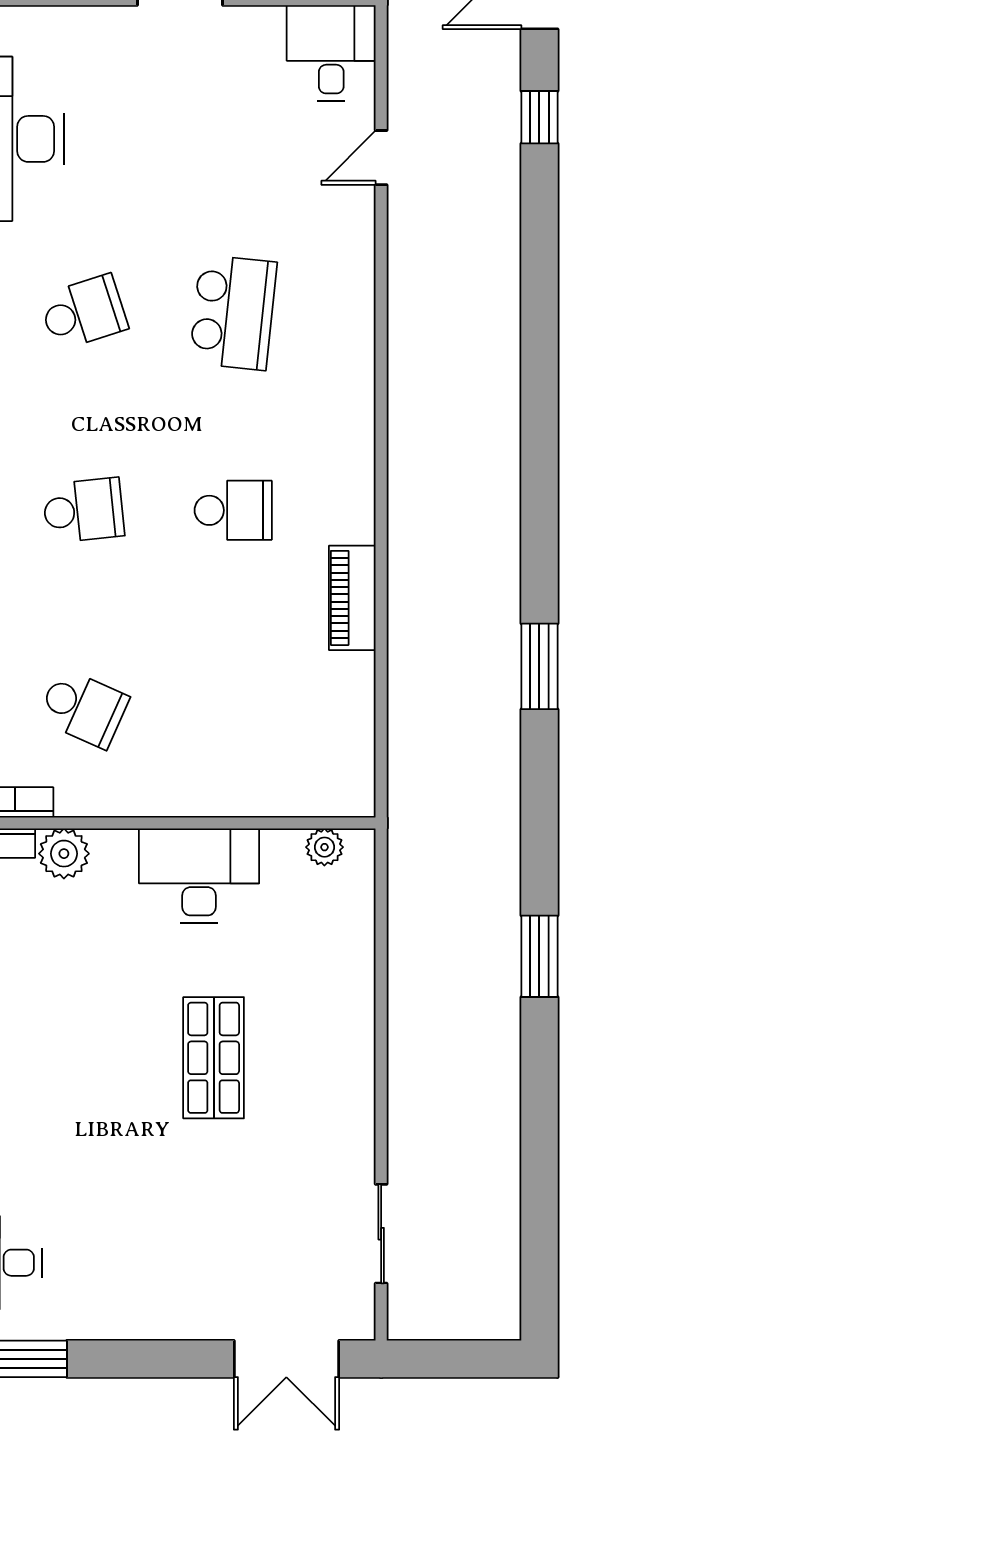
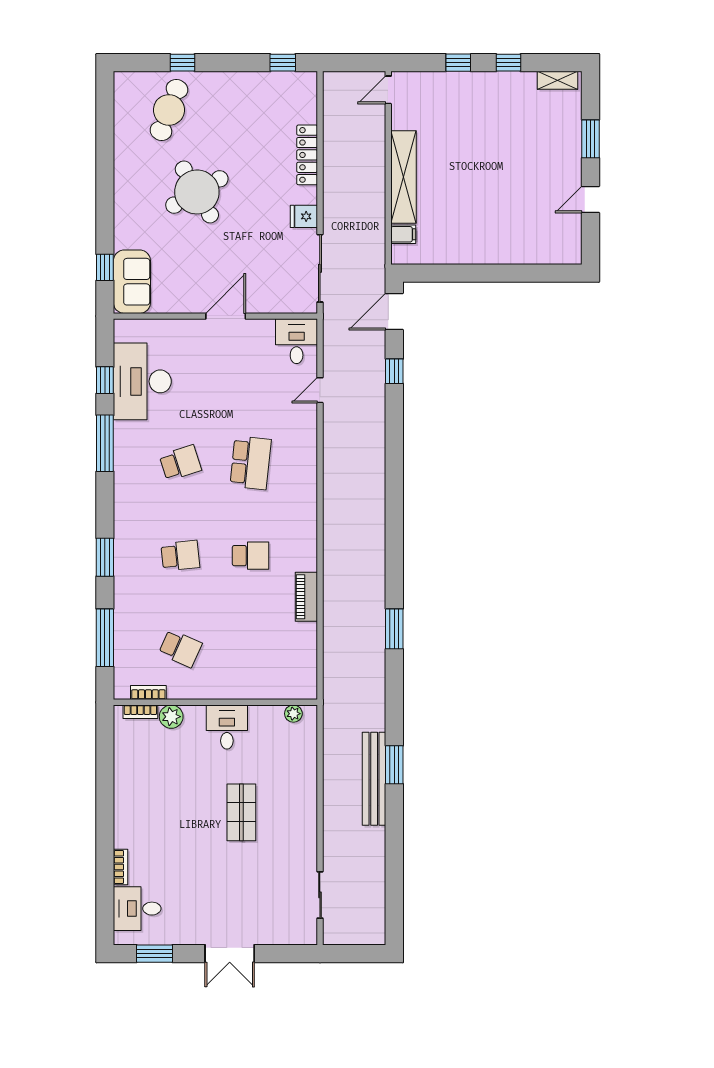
desk: (199, 876) -> (227, 727), width x0.73
bench: (497, 986) -> (374, 779), added
double door: (286, 1359) -> (230, 954), moved

